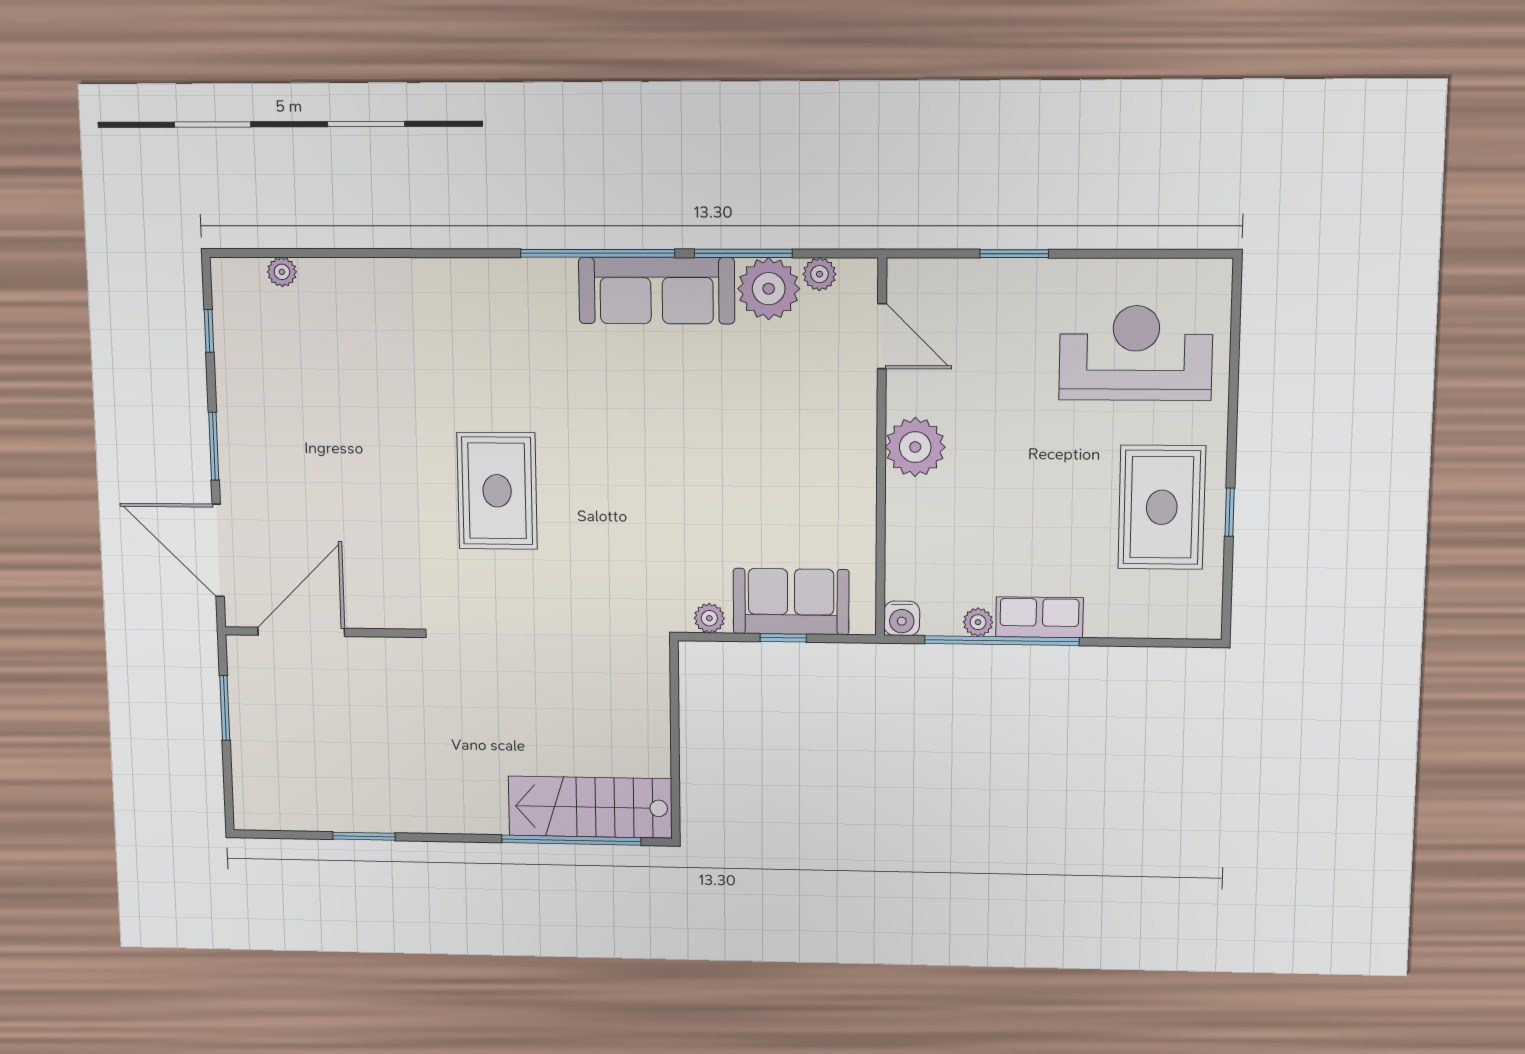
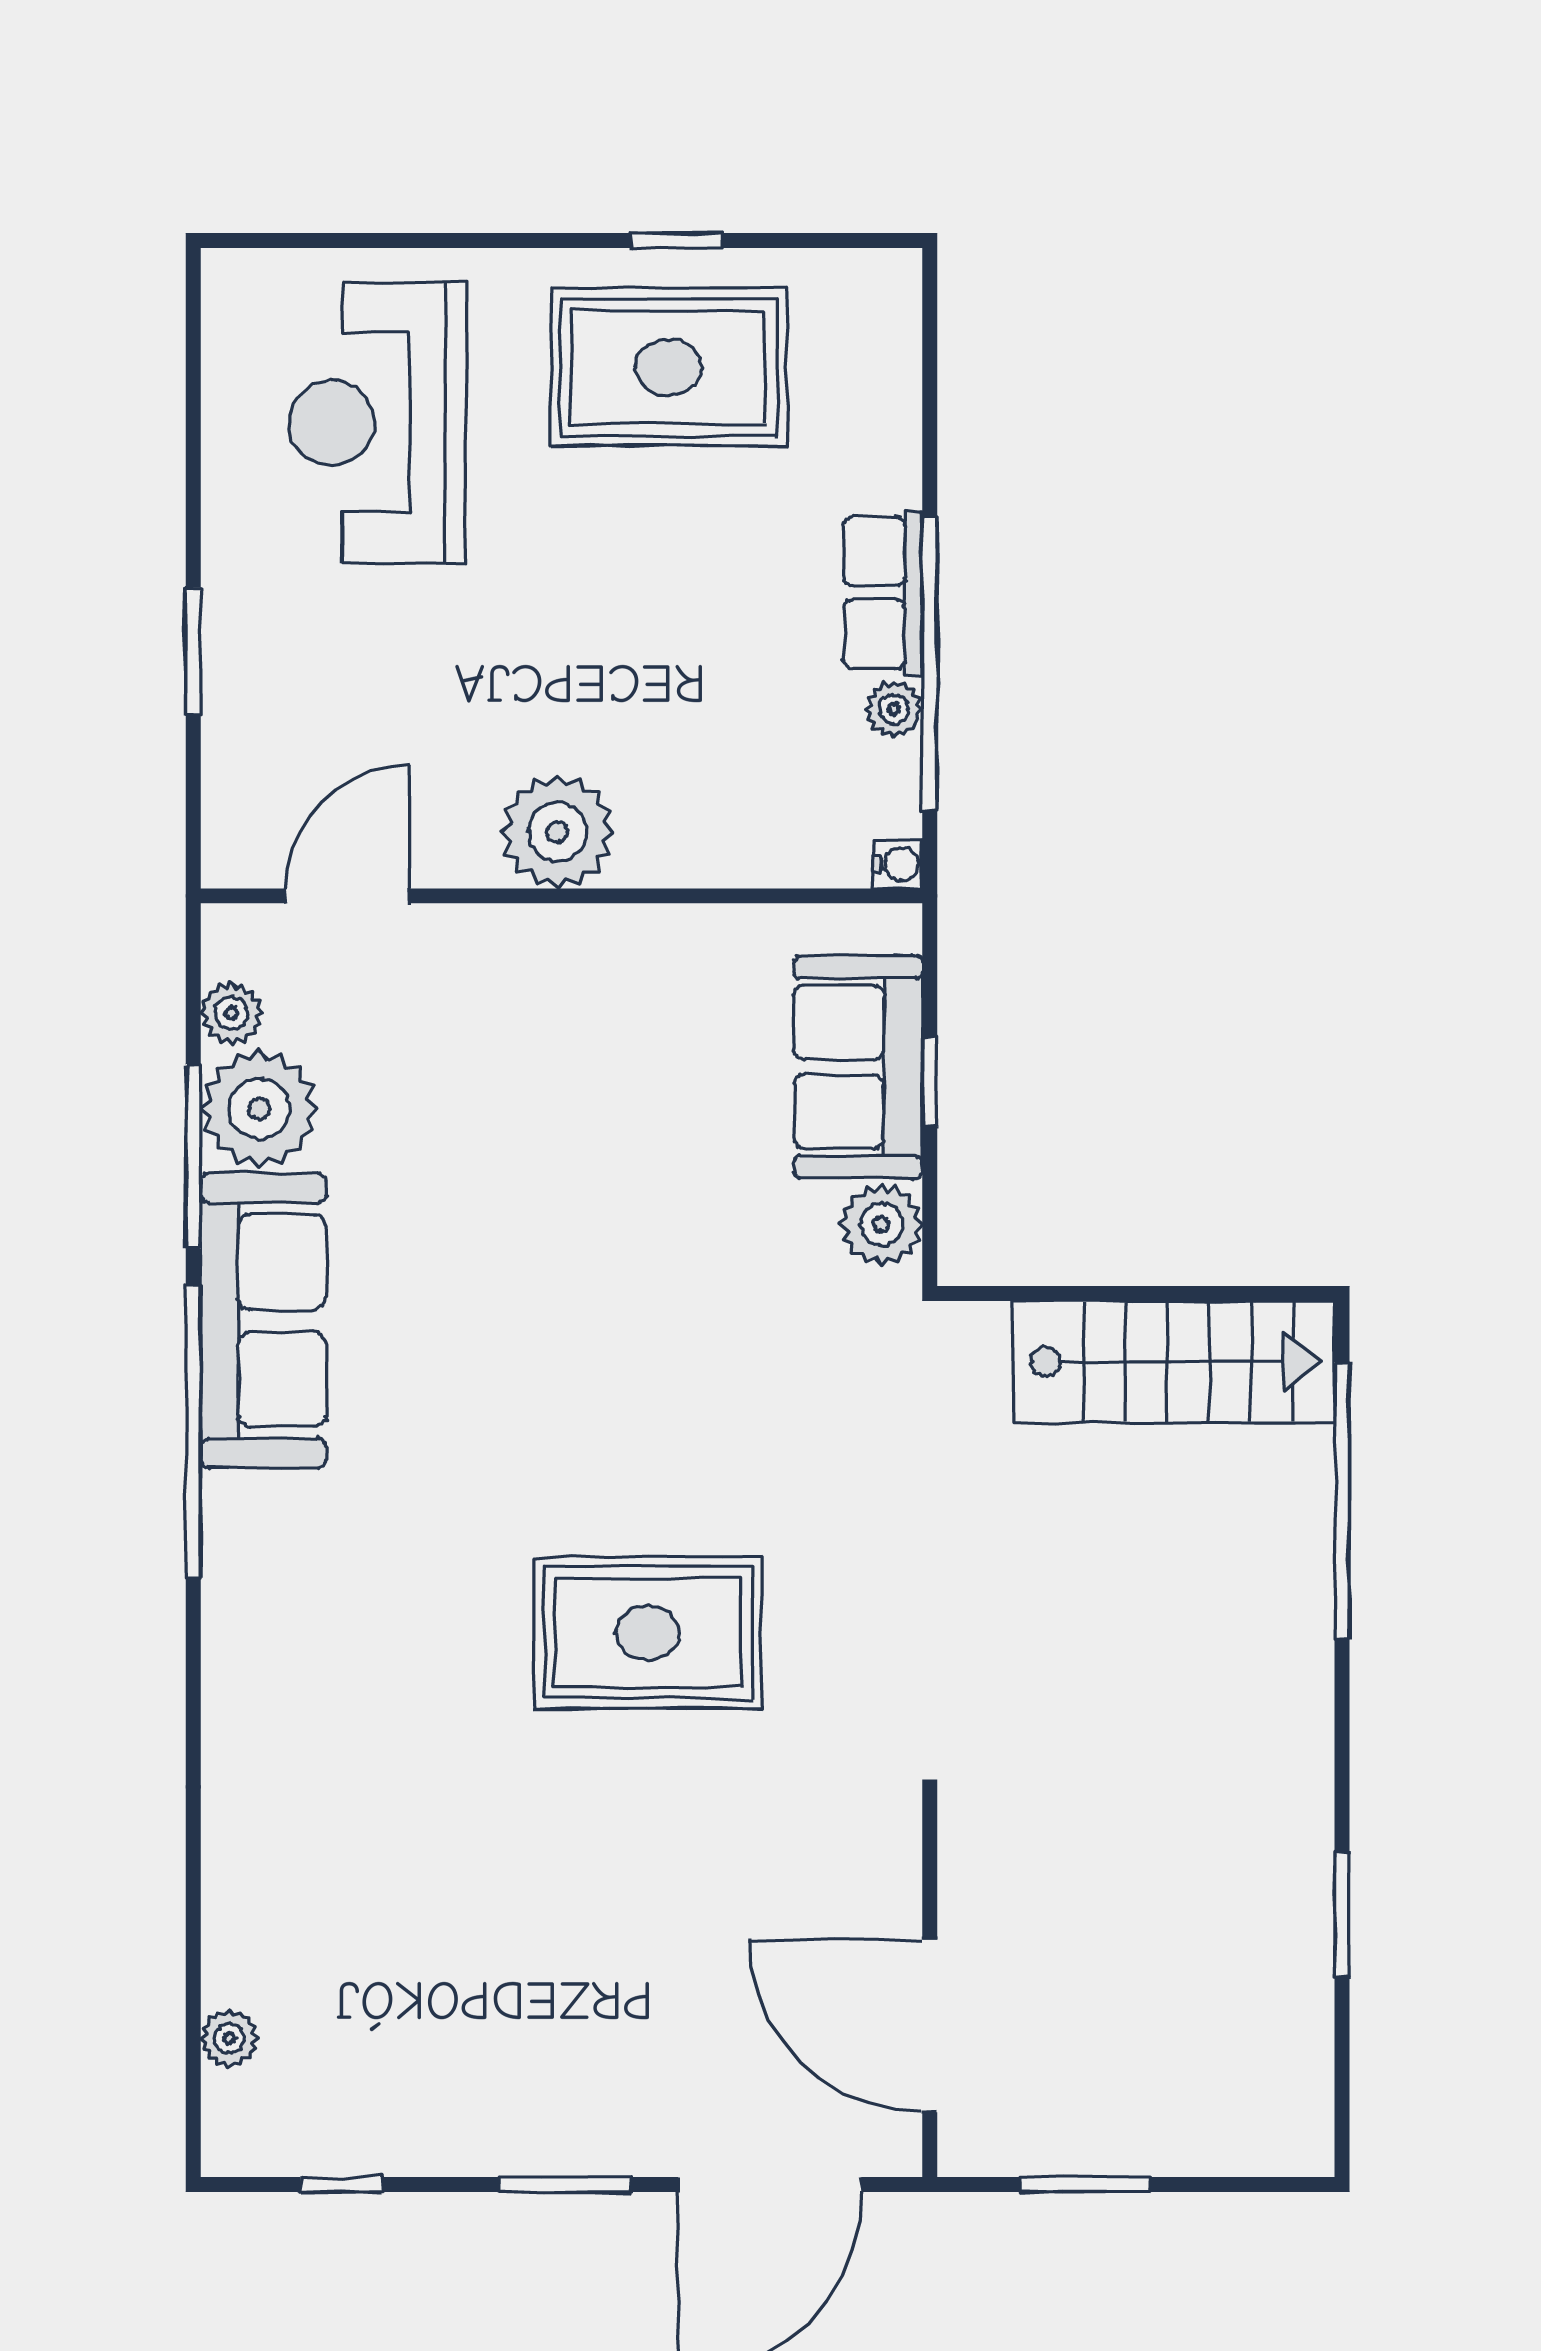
plant: (709, 618) -> (882, 1225), width x1.38, depth x1.38
water cooler: (902, 618) -> (898, 864), width x0.72, depth x0.72
stairs: (590, 807) -> (1174, 1362), moved, turned -90

